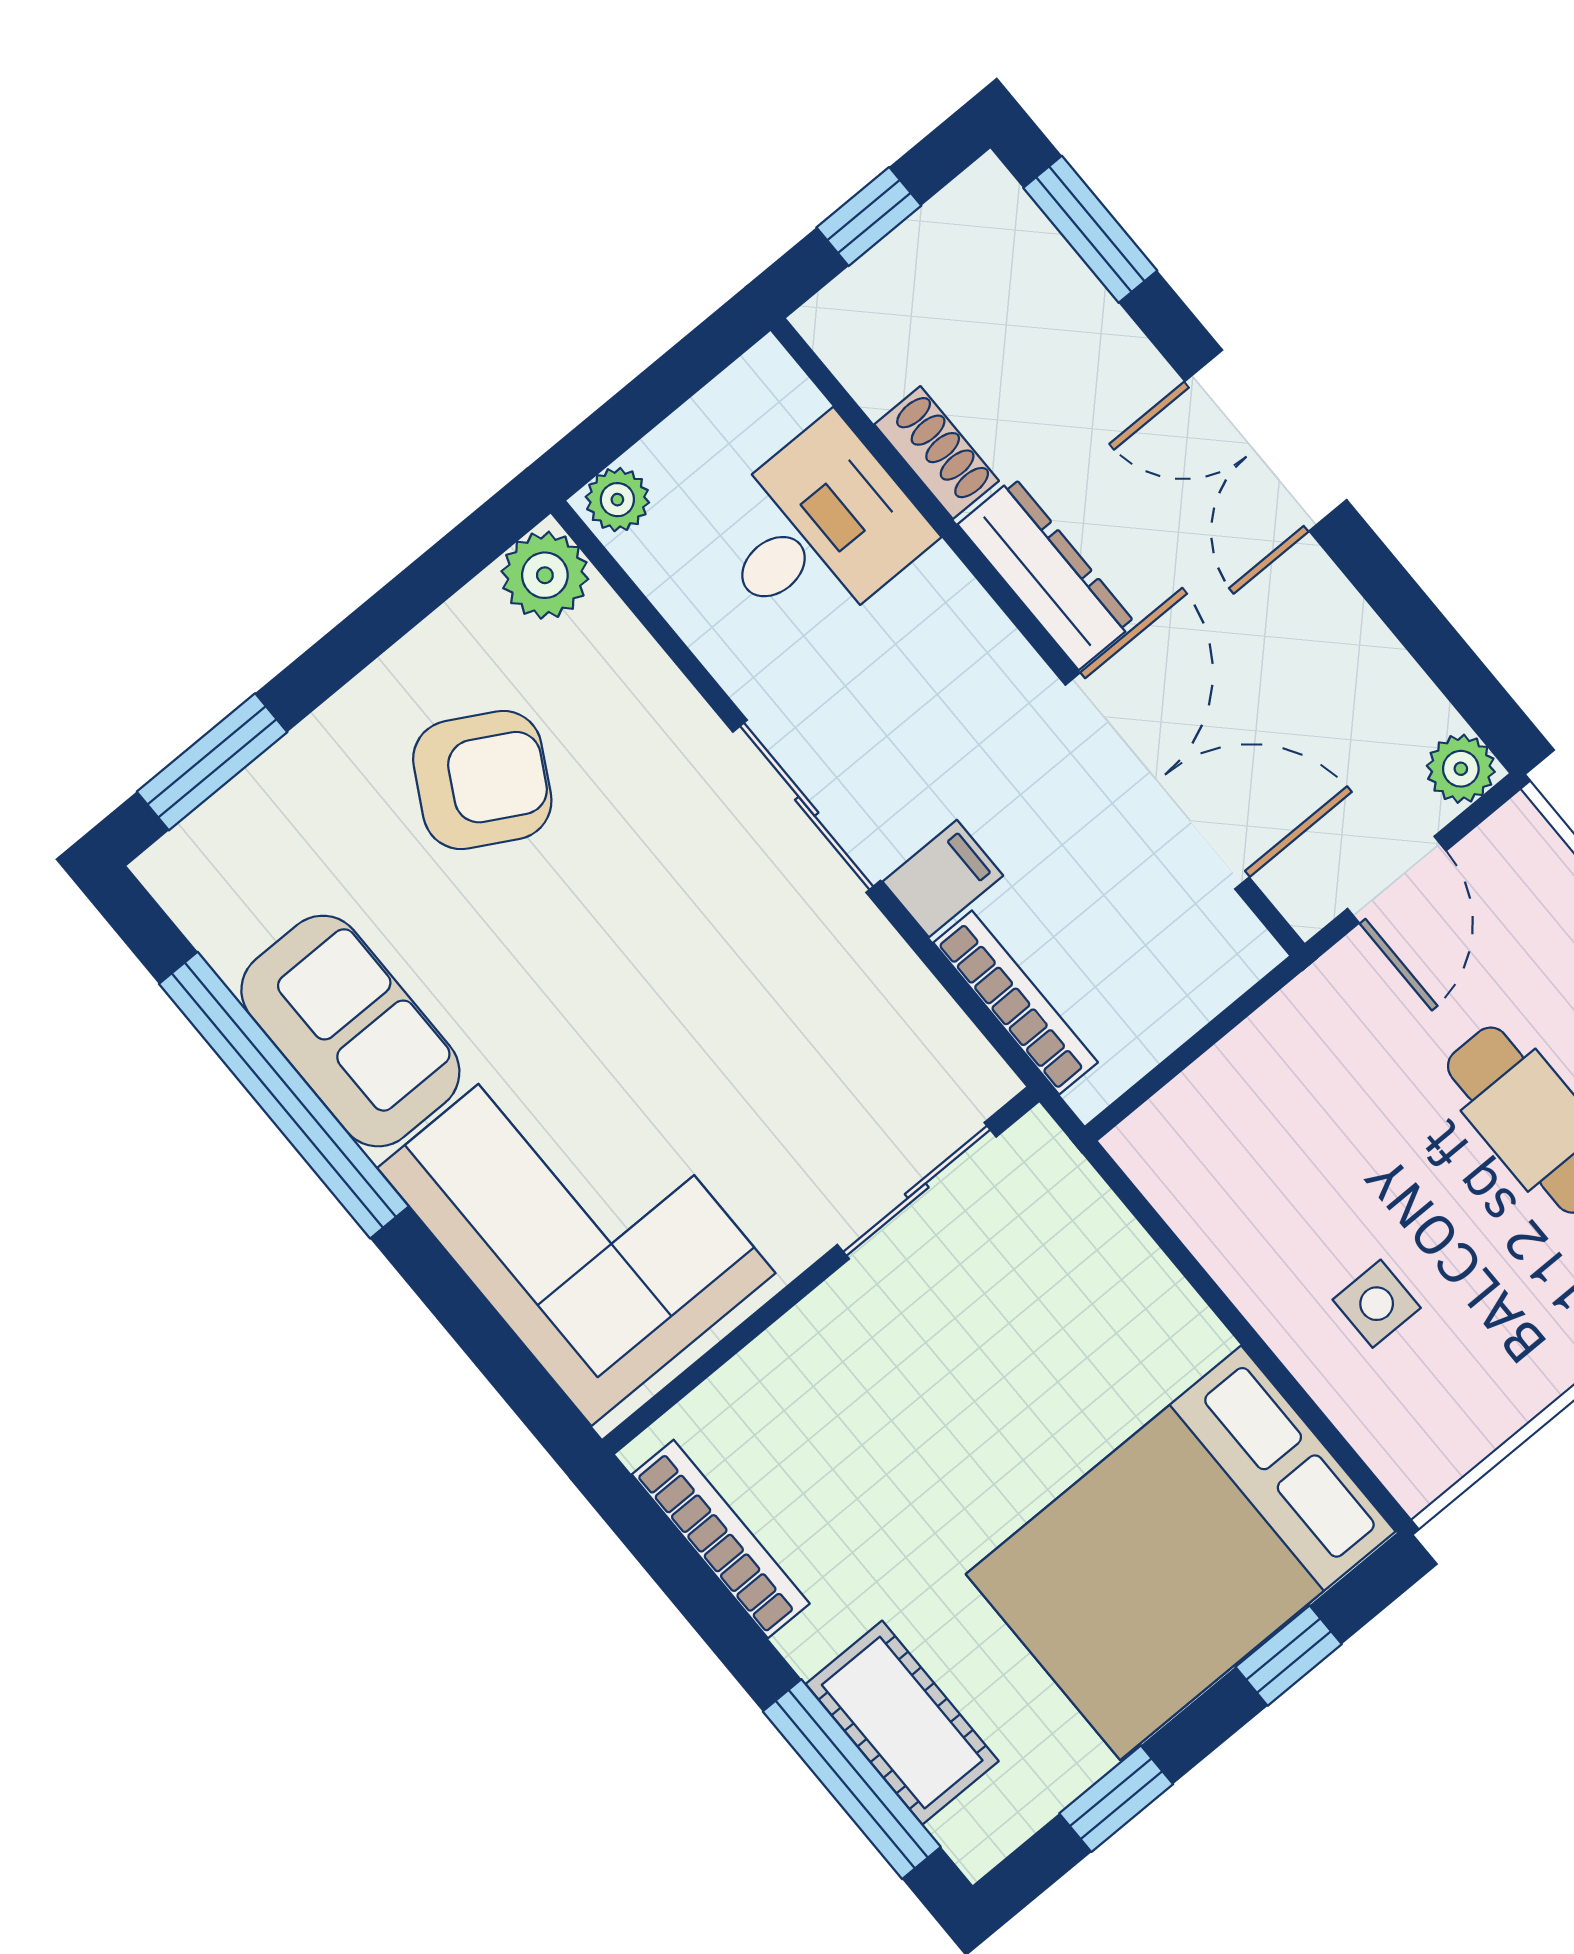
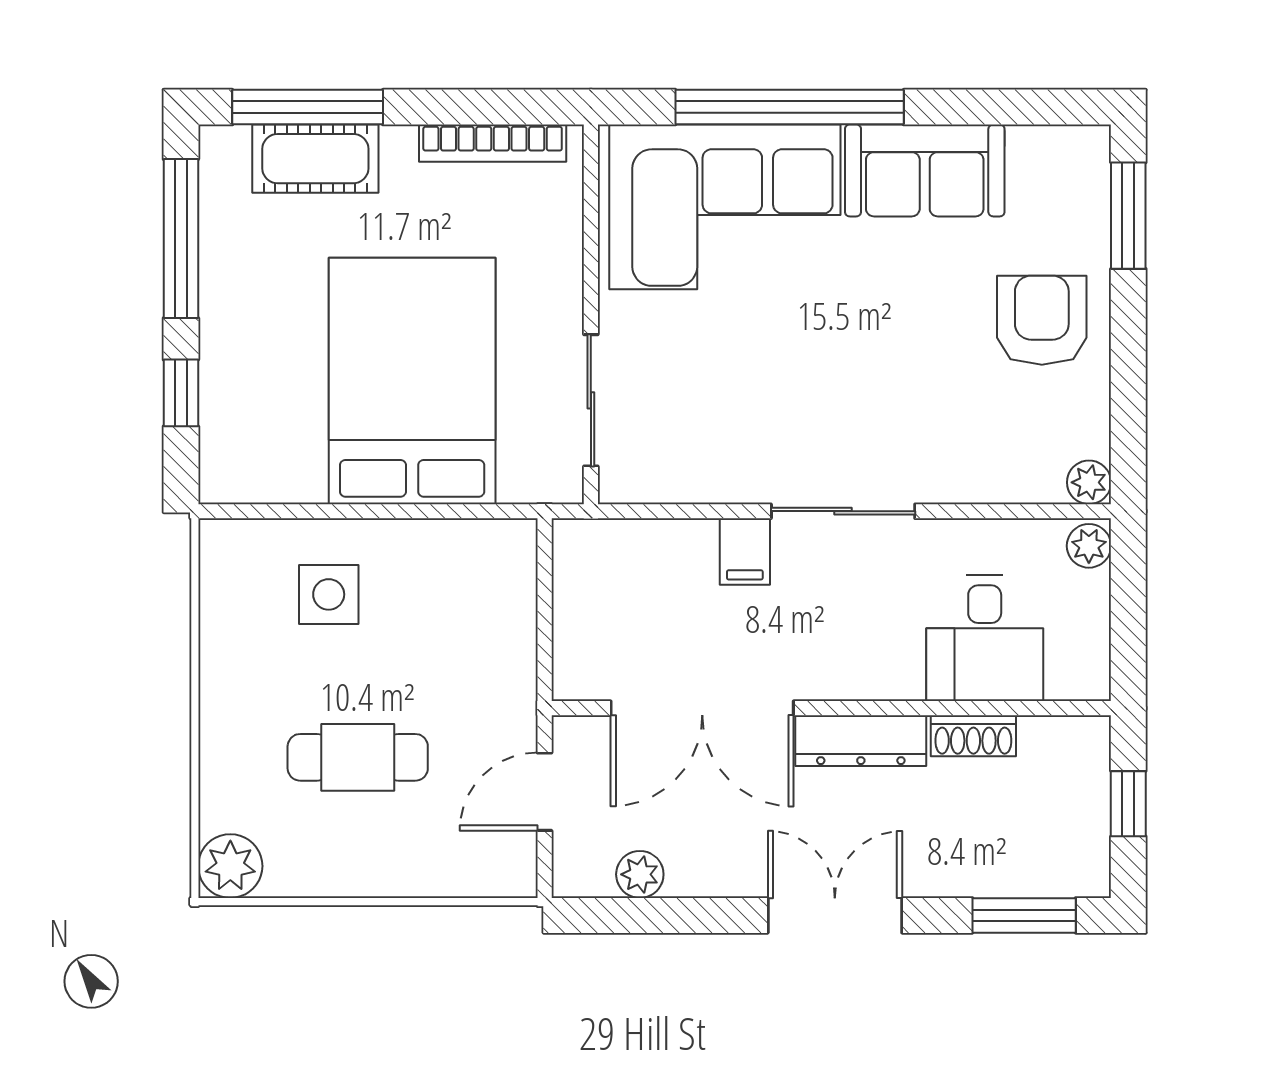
plant: (545, 575) -> (1089, 482), width x0.73, depth x0.73
plant: (1461, 769) -> (640, 874), moved
armchair: (482, 780) -> (1042, 320), moved, turned 151
door: (1397, 880) -> (545, 792), hinge flipped
bookcase: (1016, 1002) -> (647, 536), removed
window: (284, 1095) -> (790, 107), moved
side table: (1377, 1304) -> (329, 594), width x1.37, depth x1.37
bed: (1181, 1553) -> (412, 381), moved
window: (1116, 1799) -> (181, 239), width x2.17

